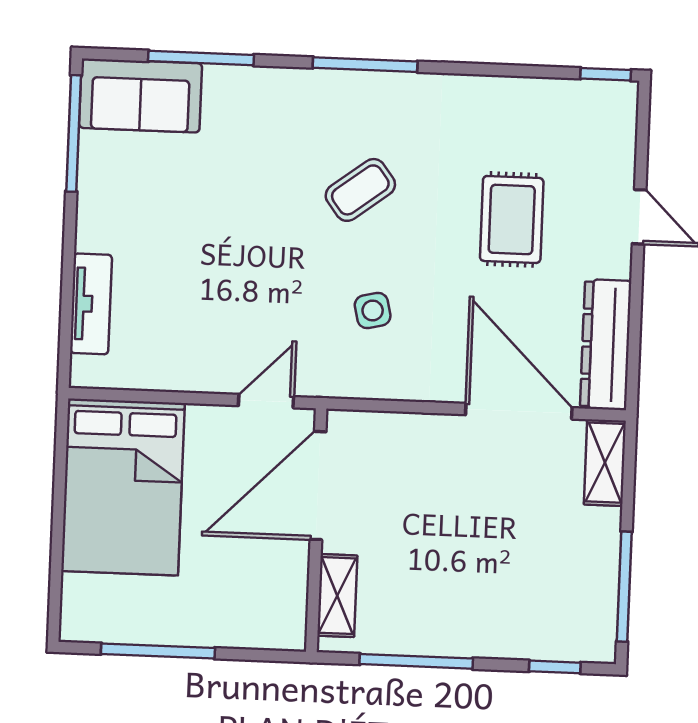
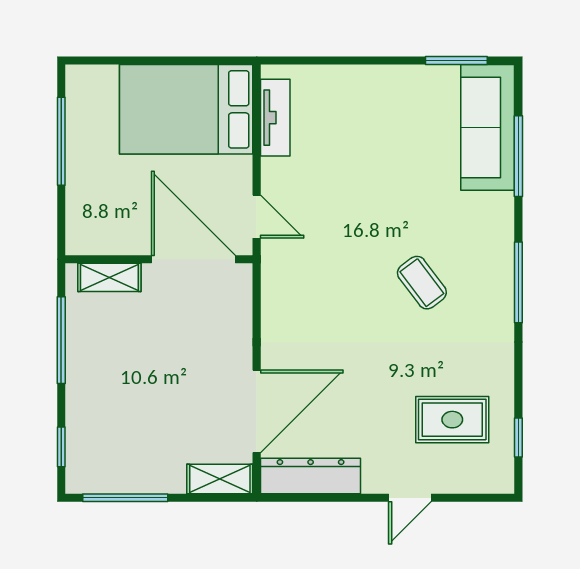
window: (606, 74) -> (518, 438), moved
sofa: (141, 96) -> (488, 127), width x1.36
window: (74, 133) -> (456, 60), width x0.69
rug: (512, 219) -> (452, 420), moved
tv unit: (91, 304) -> (275, 118), moved, turned -90
side table: (373, 311) -> (330, 296), removed

